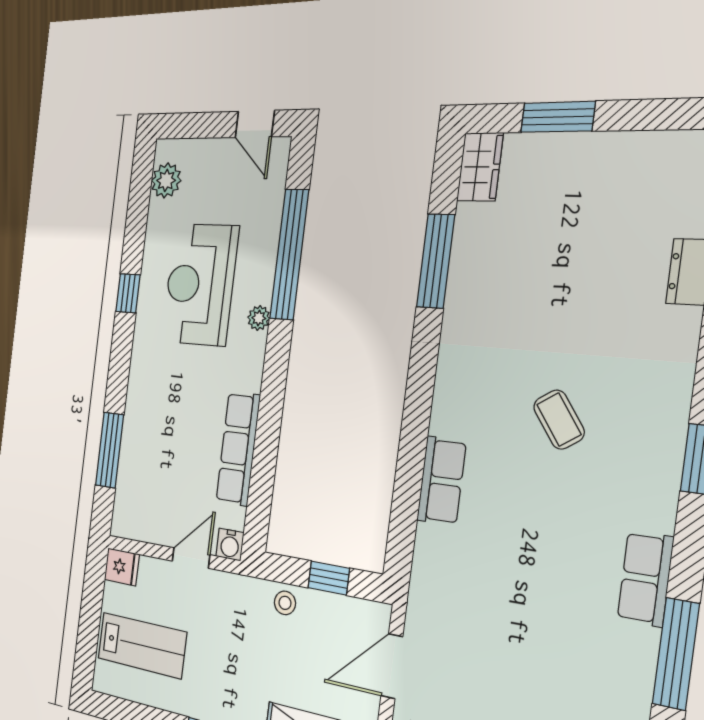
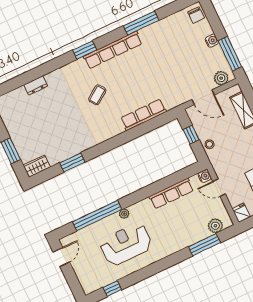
plant: (166, 180) -> (215, 226), moved
window: (436, 261) -> (72, 162), width x0.69
reception desk: (200, 284) -> (126, 244), turned 180
window: (128, 293) -> (112, 289), moved
row of seats: (441, 481) -> (144, 115), width x1.48
row of seats: (645, 579) -> (113, 50), width x2.02

